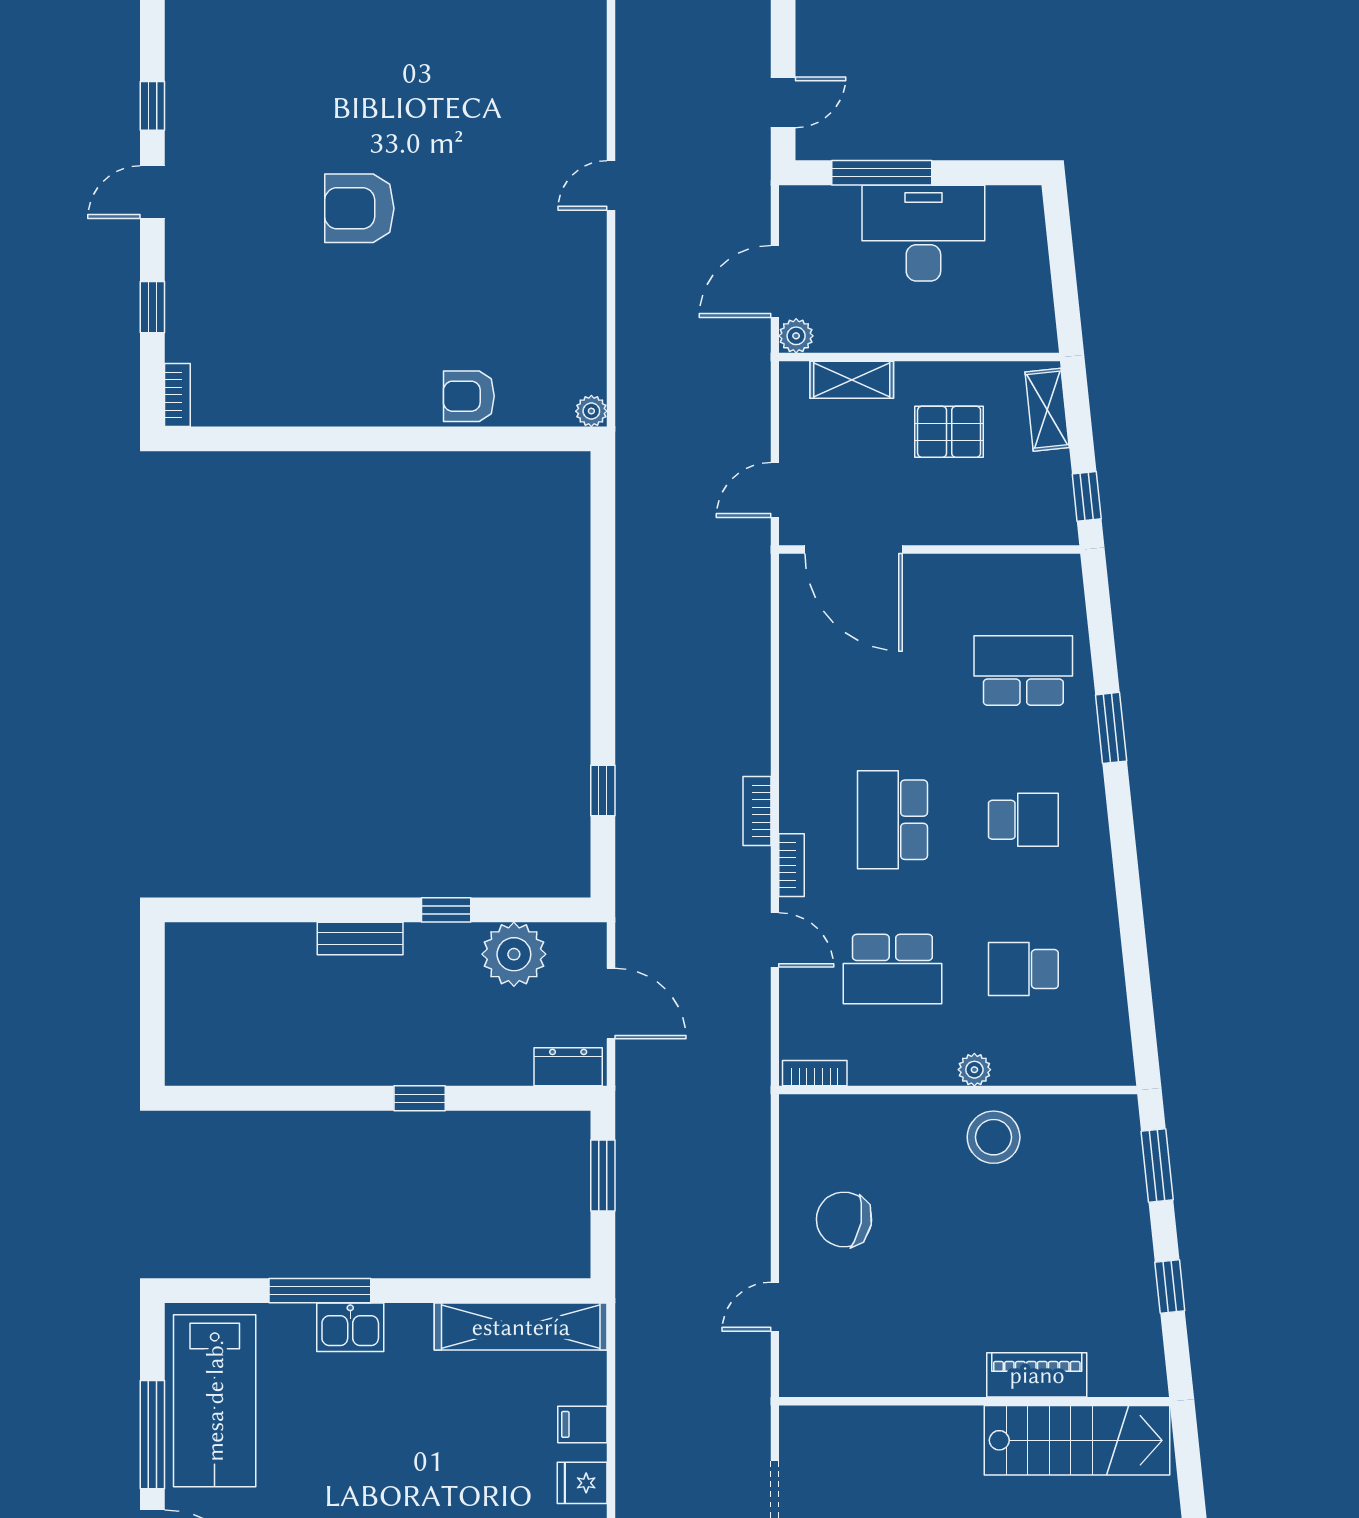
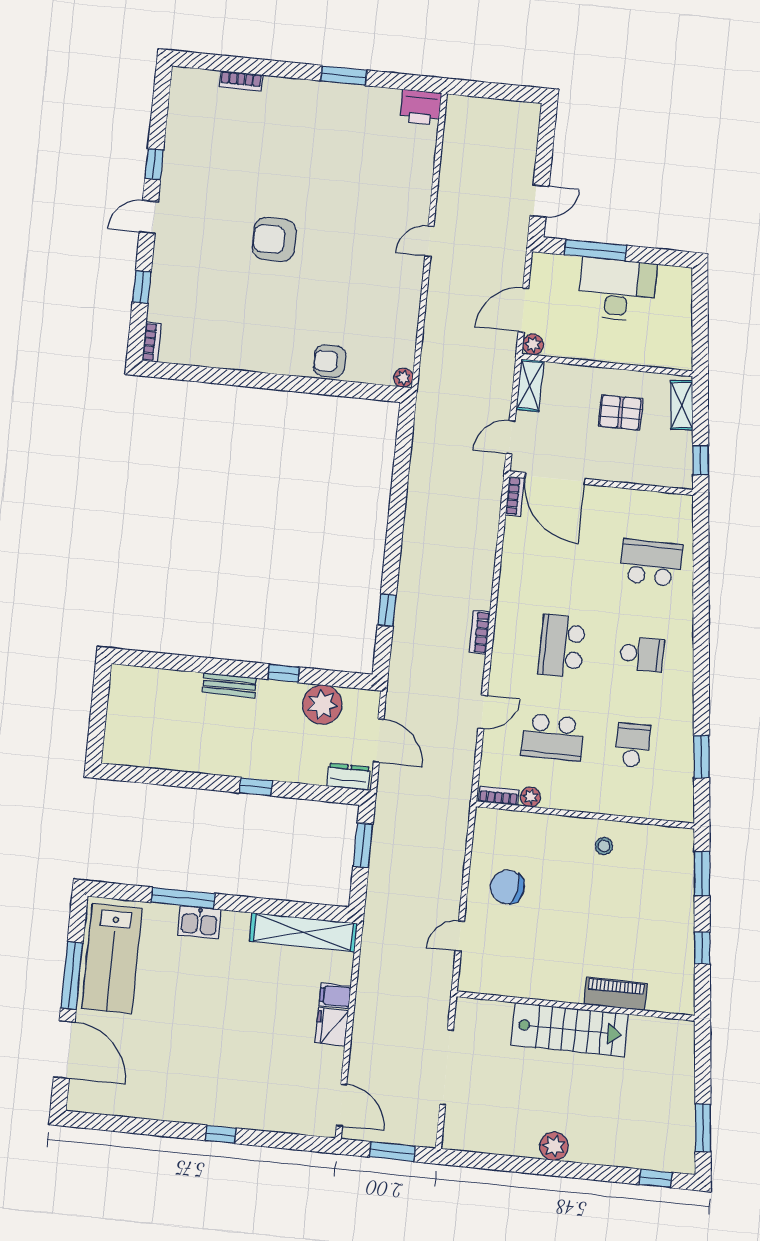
shelving: (852, 380) -> (530, 385), moved, turned 90
window: (1111, 728) -> (702, 757), moved
bookcase: (792, 865) -> (515, 496), moved
door: (775, 940) -> (483, 712), hinge flipped
school desk: (1023, 969) -> (633, 745), turned 90
plant: (974, 1070) -> (530, 797), moved
stool: (994, 1137) -> (604, 846), width x0.53, depth x0.53
stairs: (1077, 1440) -> (570, 1030), moved
fridge: (582, 1483) -> (332, 1027), width x1.38

